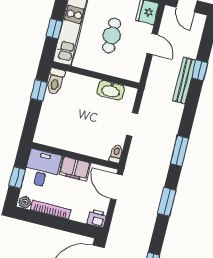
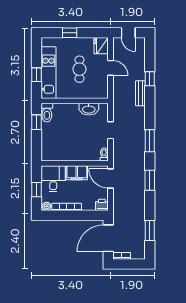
bench: (184, 80) -> (140, 93), width x0.73

